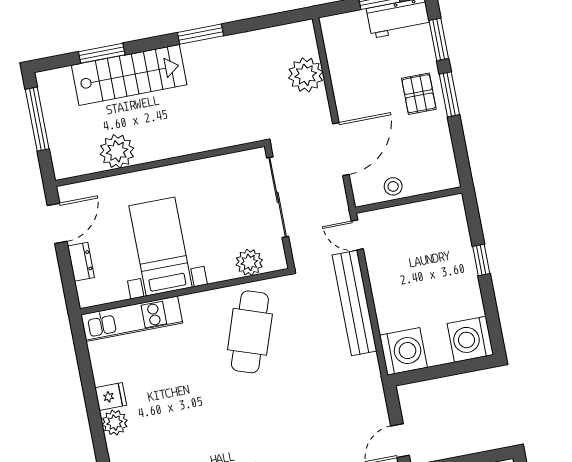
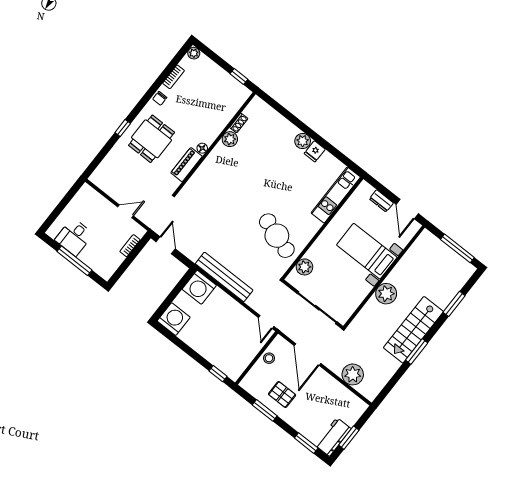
stairs: (129, 75) -> (413, 330), moved
pallet: (419, 94) -> (282, 394), moved
window: (449, 94) -> (265, 410), moved
plant: (117, 151) -> (386, 294), moved
door: (357, 235) -> (266, 322), swing flipped
bed with nightstands: (160, 246) -> (367, 251), moved, turned 180
window: (481, 260) -> (218, 374), moved
bench: (355, 303) -> (224, 277), moved

